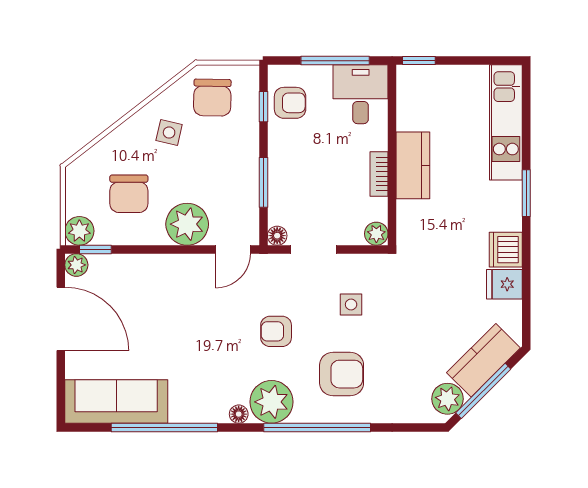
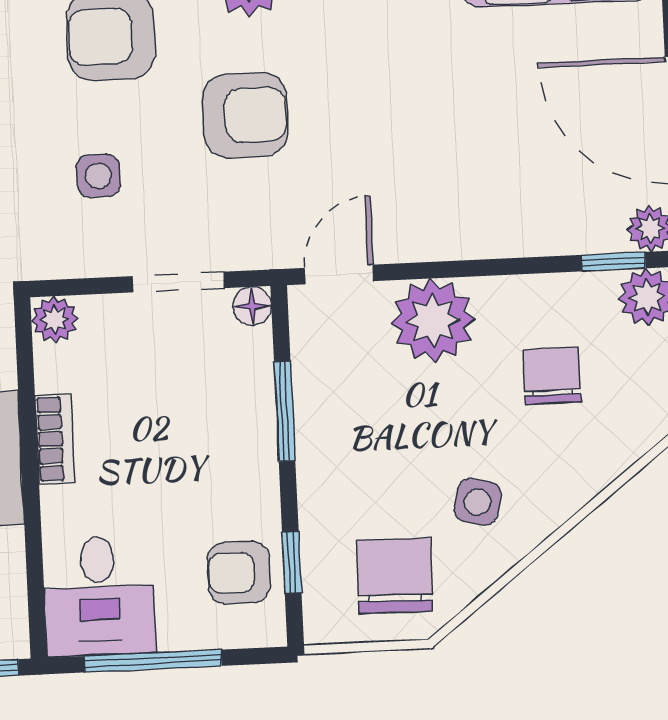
chair: (129, 194) -> (552, 376), width x0.73, depth x0.73
armchair: (276, 331) -> (245, 115), width x1.38, depth x1.38

